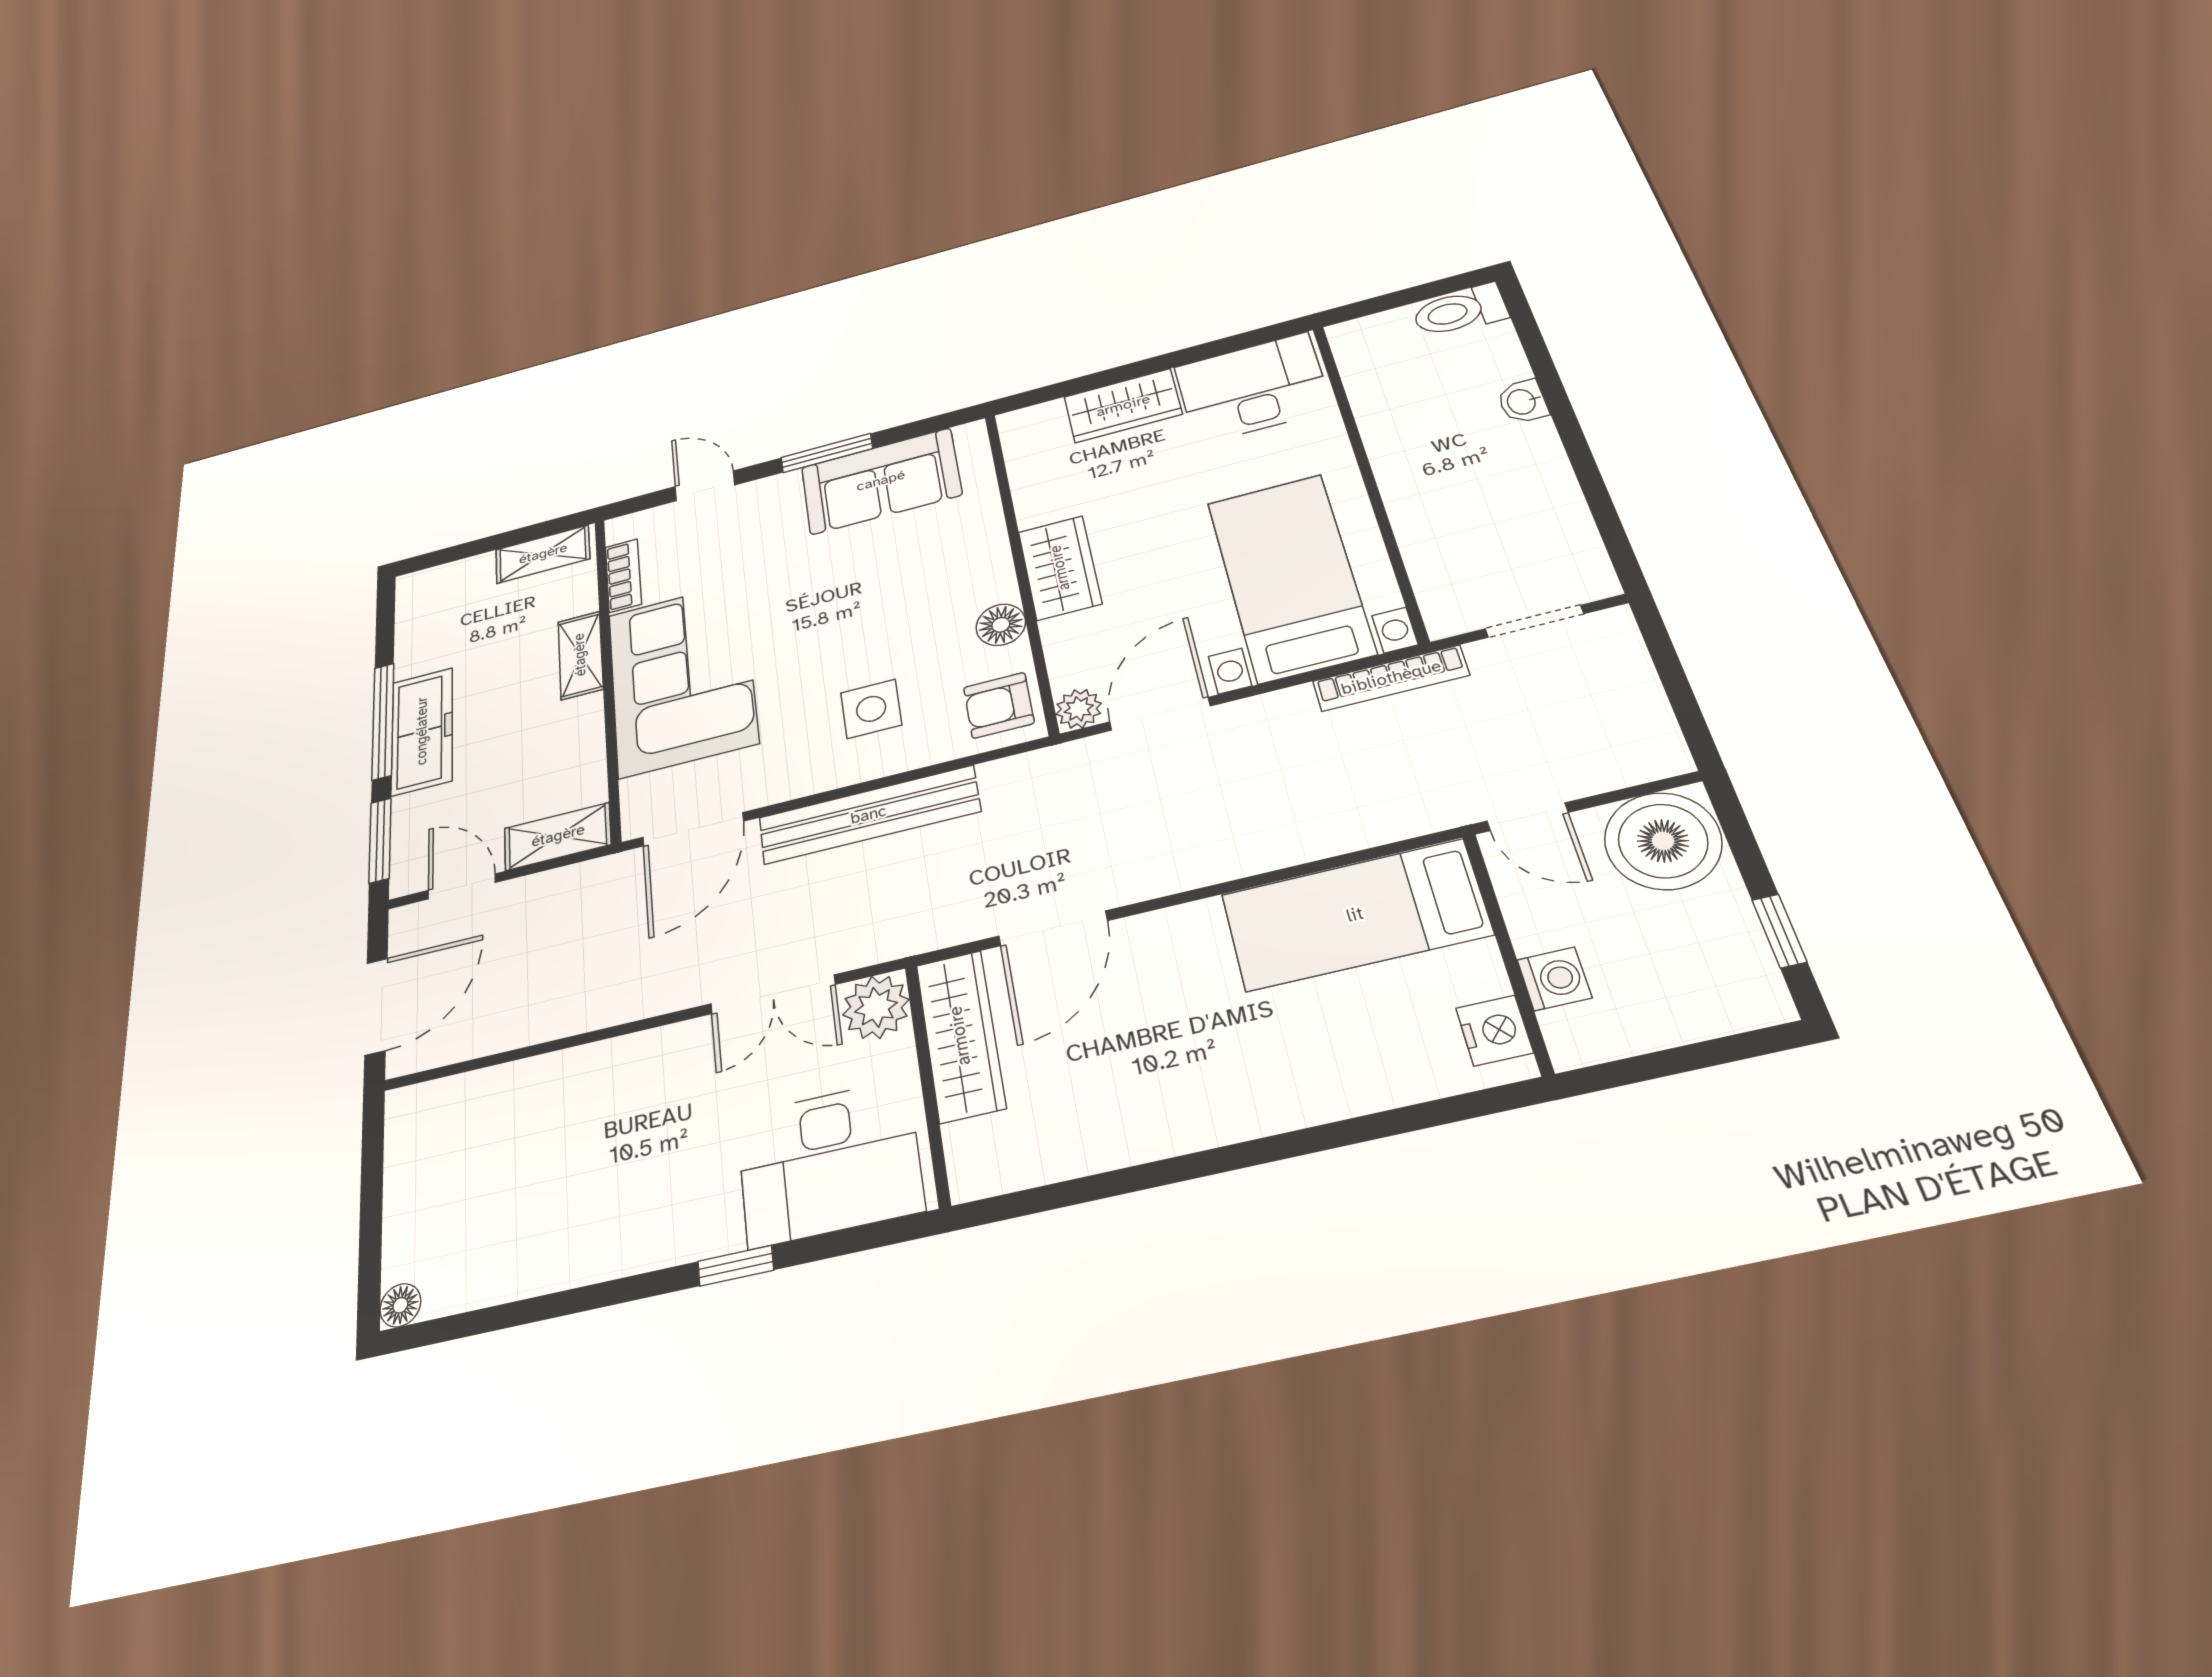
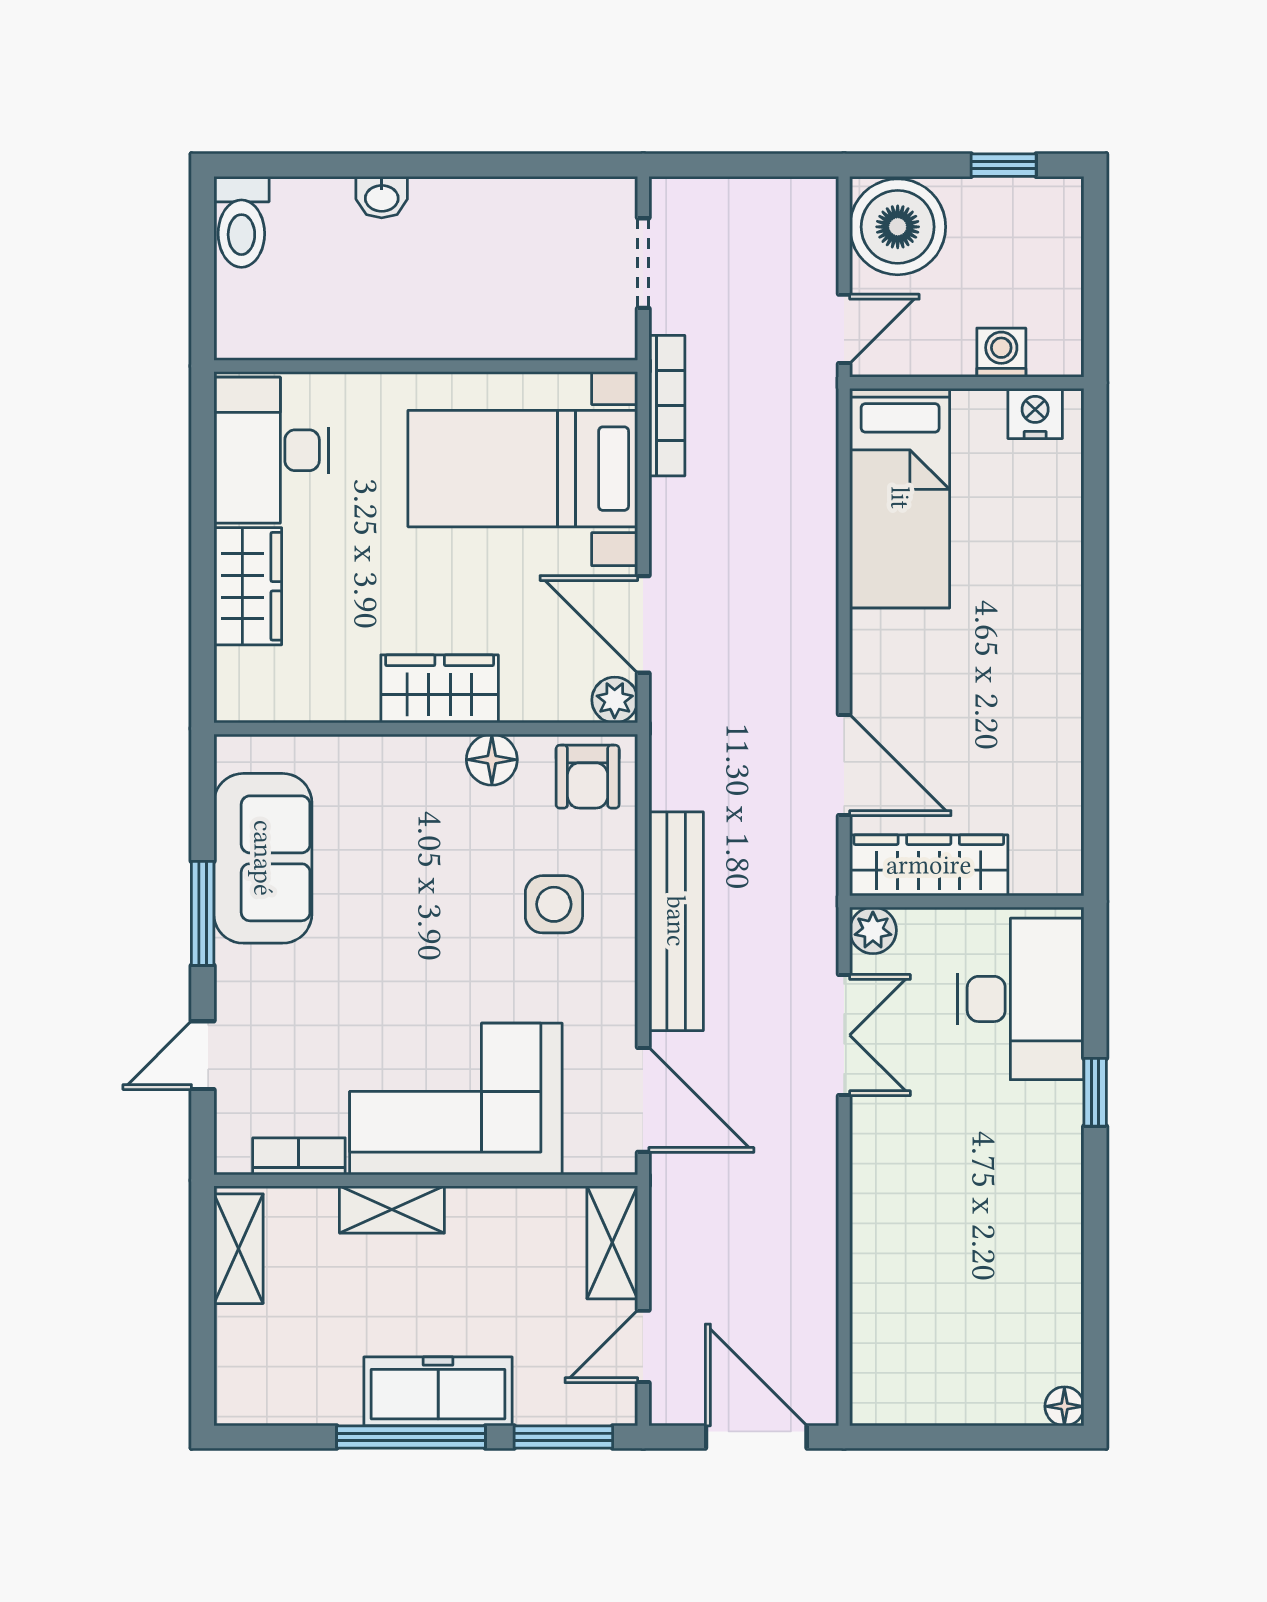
plant: (876, 1007) -> (873, 930), width x0.73, depth x0.73

